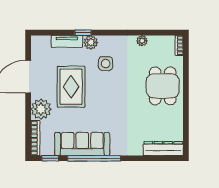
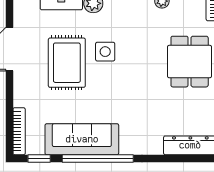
side table: (106, 64) -> (105, 52), moved
plant: (41, 109) -> (27, 92), removed

